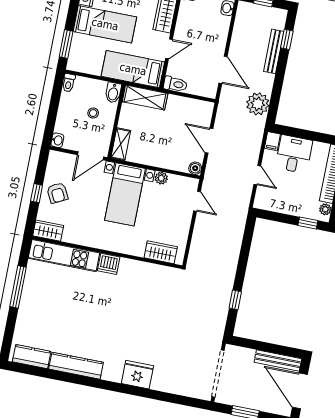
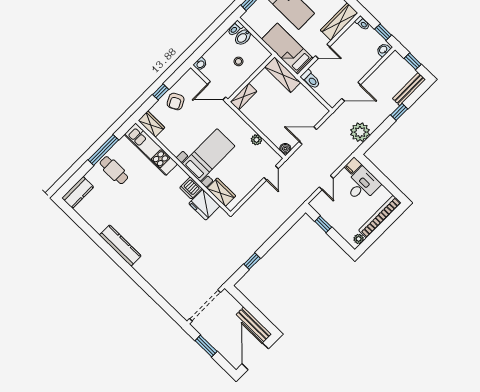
window: (287, 39) -> (399, 112), moved
bench: (274, 51) -> (409, 89), moved
door: (223, 70) -> (351, 92), hinge flipped
bidet: (113, 93) -> (243, 37), moved
door: (209, 141) -> (308, 135), hinge flipped
bed with nightstands: (125, 194) -> (209, 155), moved, turned 180
window: (308, 223) -> (323, 224), moved
dishwasher: (109, 264) -> (191, 188), moved
cafe table: (41, 300) -> (114, 170), added
kitchen counter: (32, 357) -> (78, 192), moved, turned 90
kitchen counter: (76, 366) -> (120, 246), moved
fridge: (137, 375) -> (204, 205), moved, turned 180

